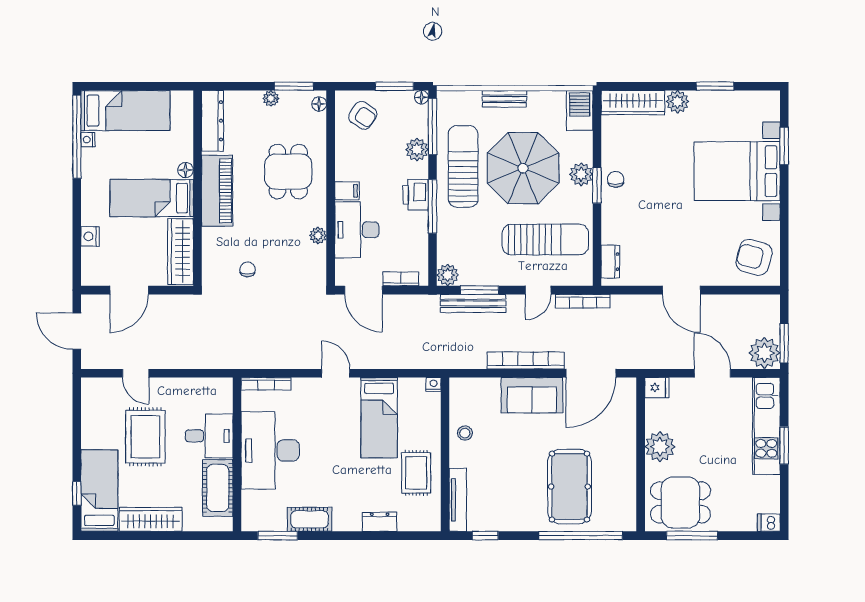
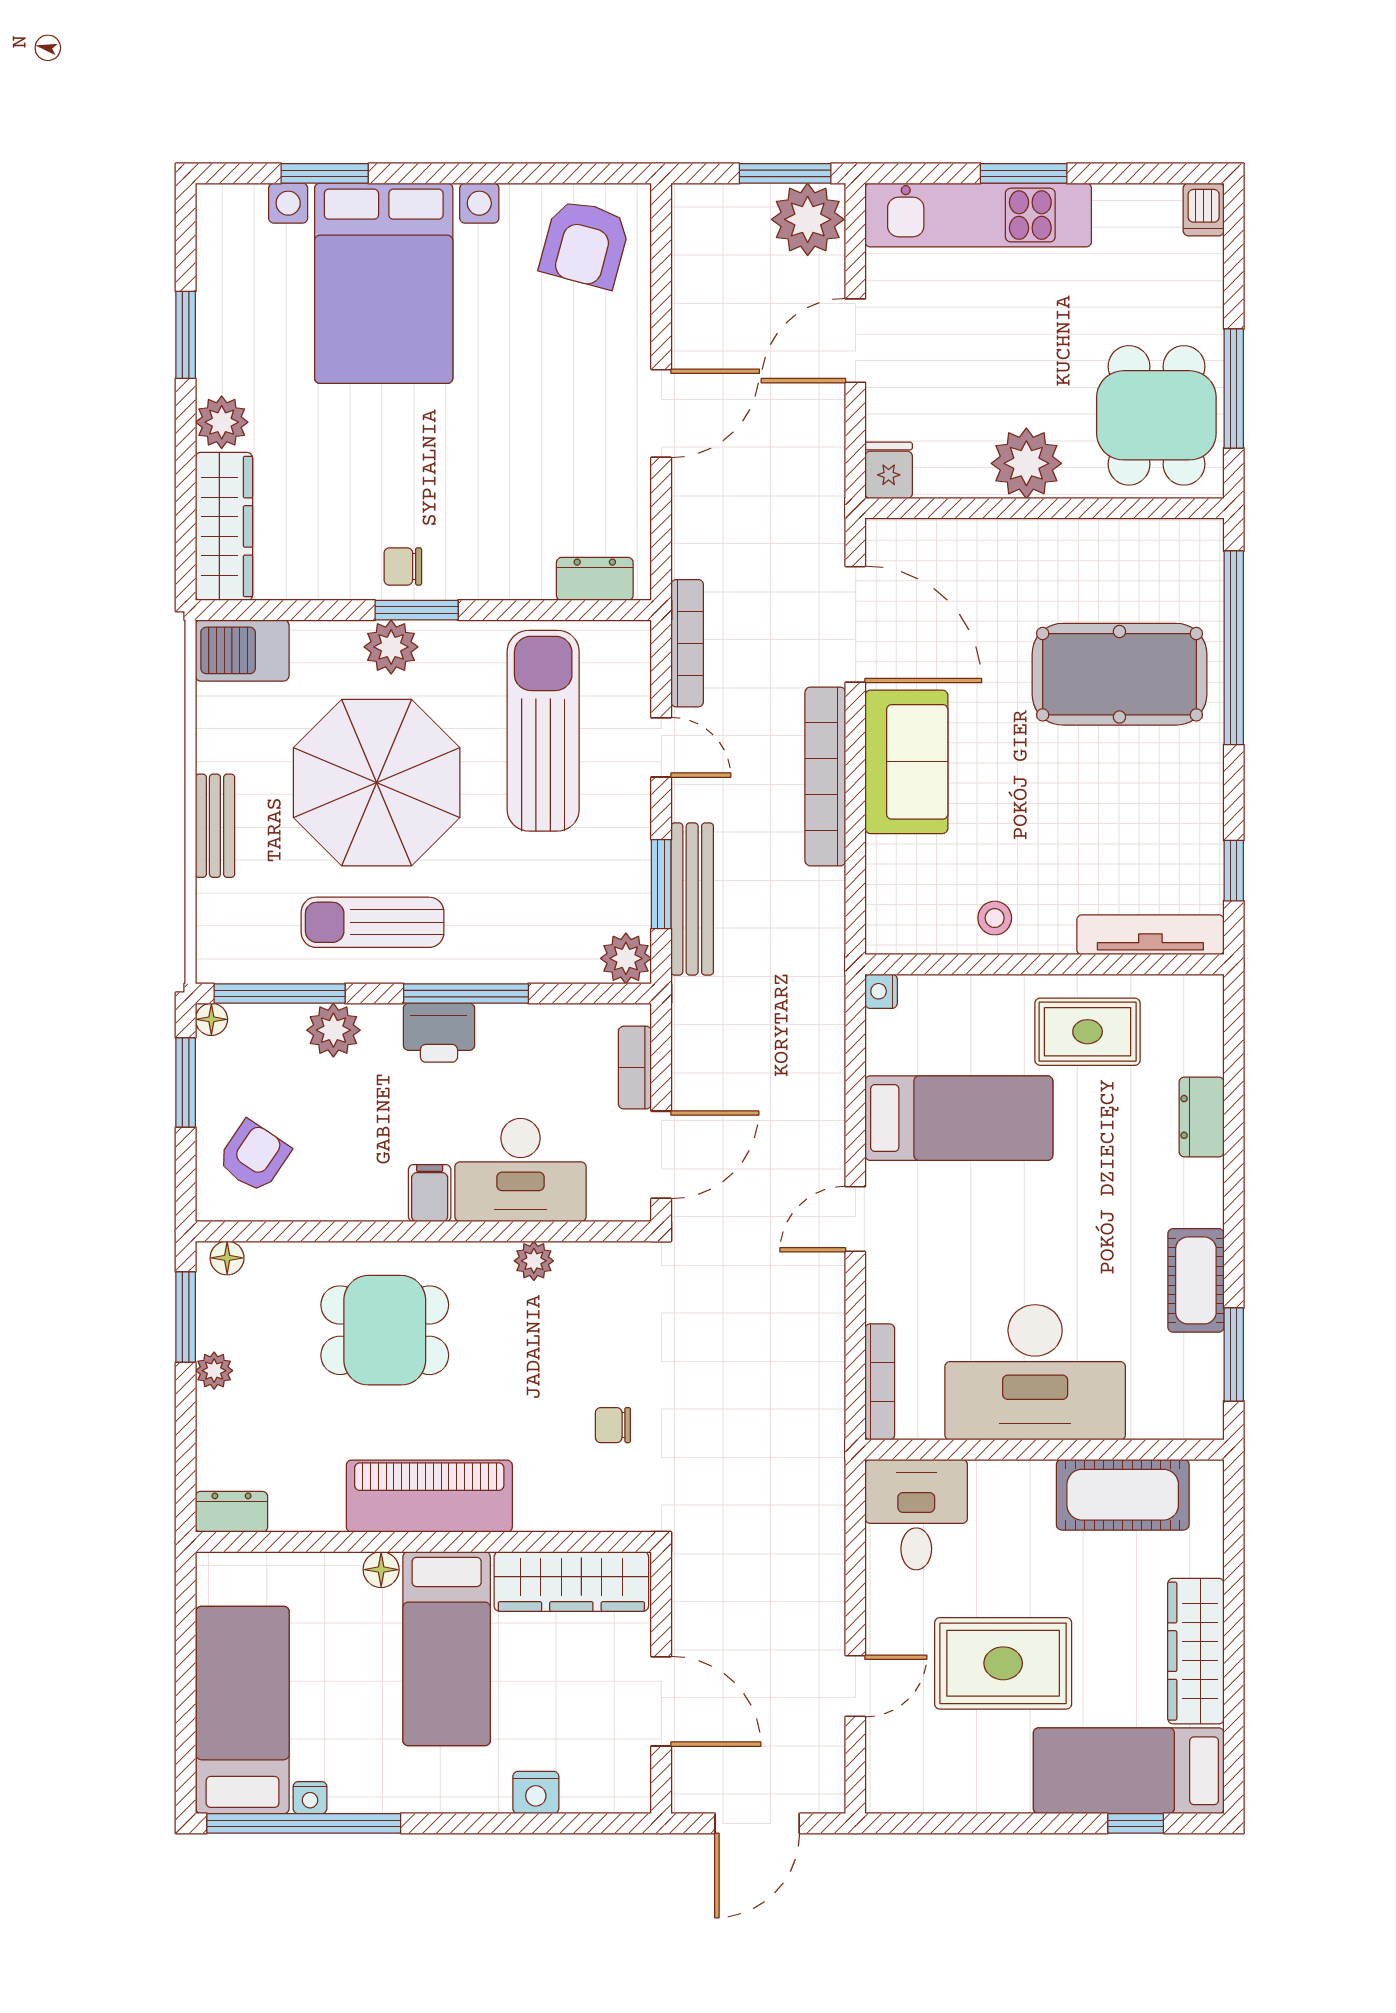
dresser: (212, 121) -> (232, 1512), width x0.51, depth x0.80
sun lounger: (463, 166) -> (373, 922), width x0.73, depth x0.75
desk: (209, 436) -> (916, 1515), moved

